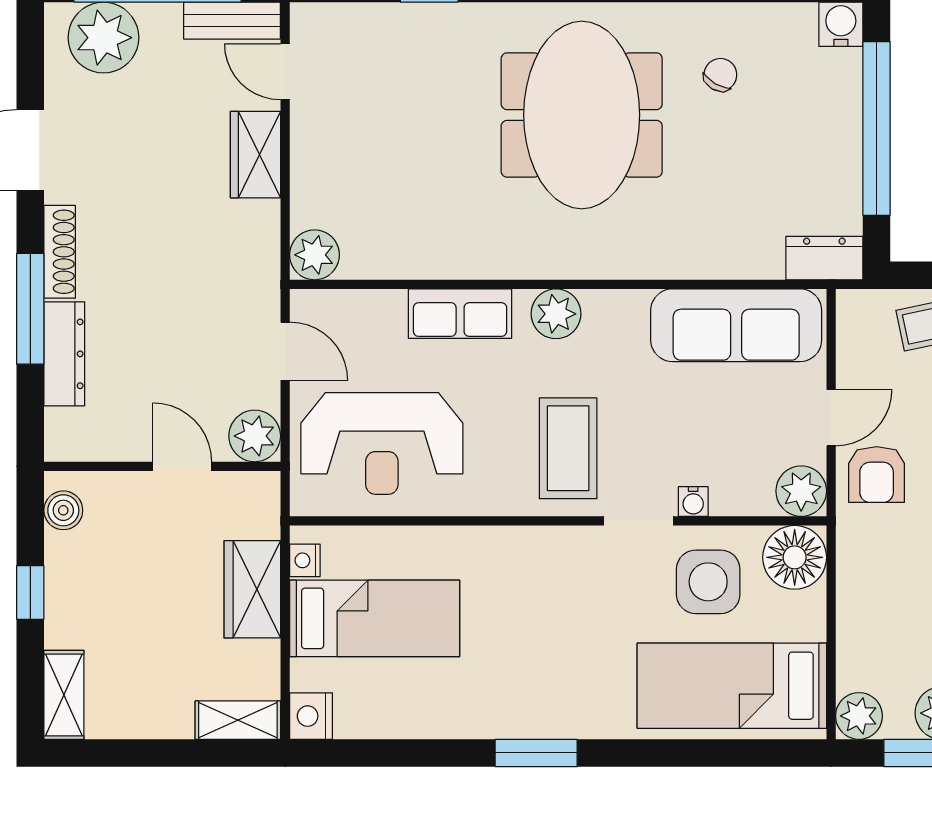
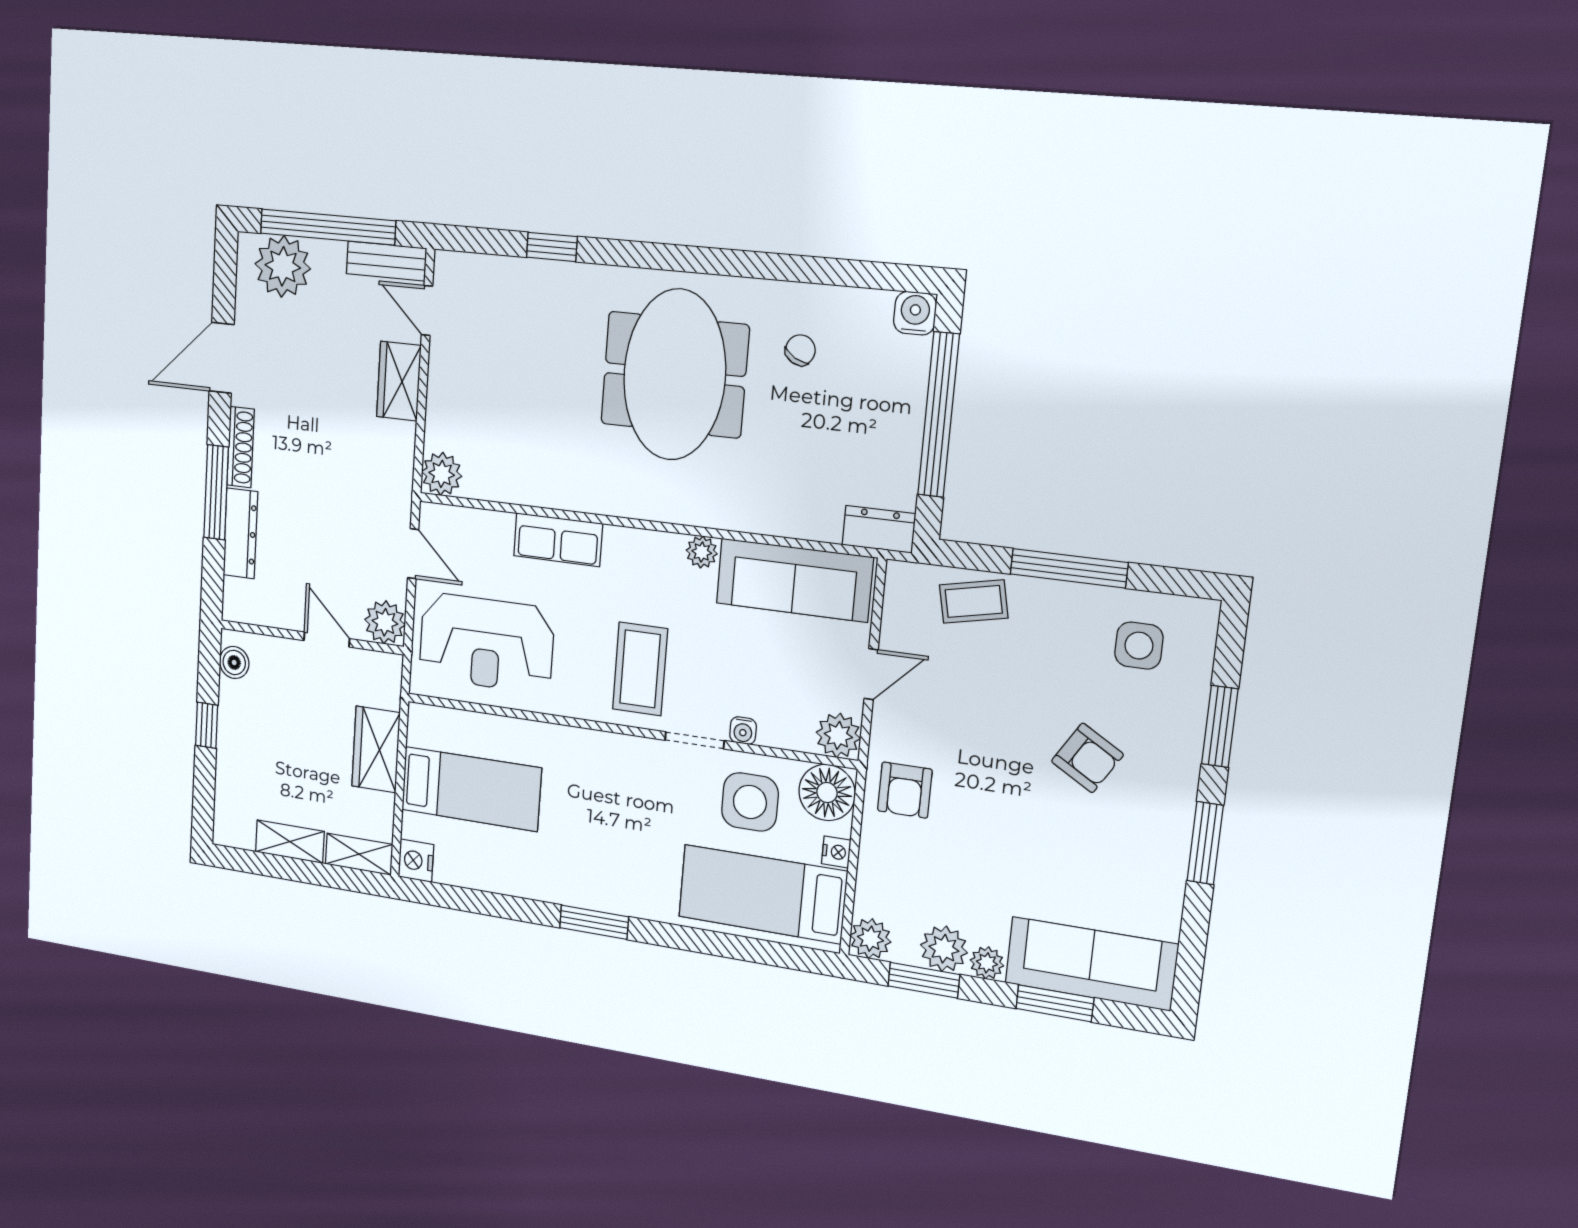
plant: (556, 314) -> (702, 552), moved, width x0.73, depth x0.73
armchair: (877, 474) -> (905, 790), moved
nightstand: (305, 560) -> (836, 852), moved, turned 180
shelving: (64, 695) -> (290, 842), moved, turned 90

